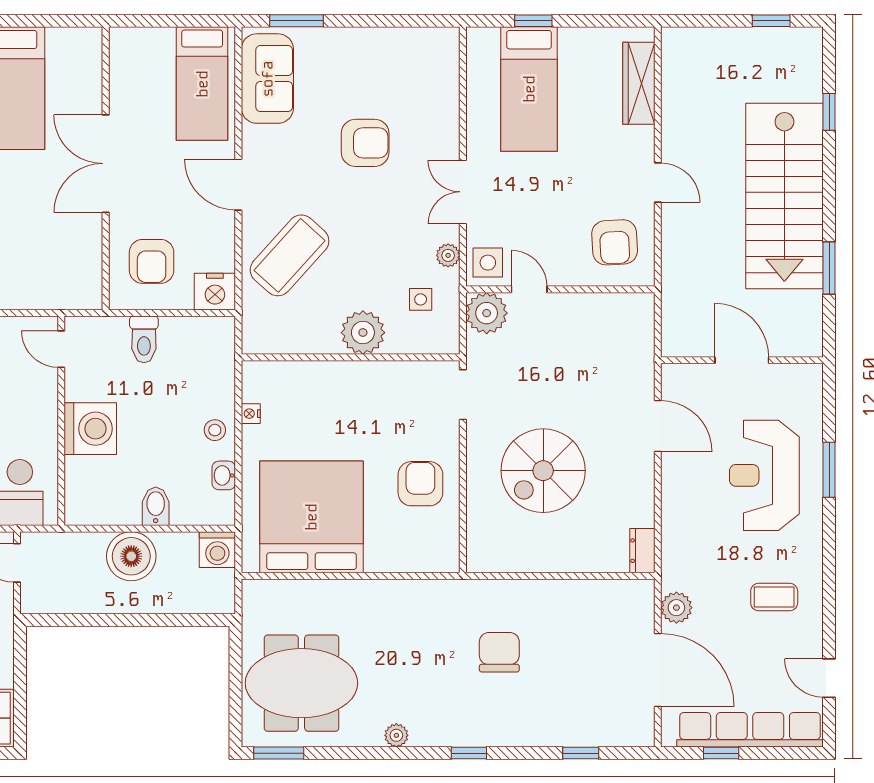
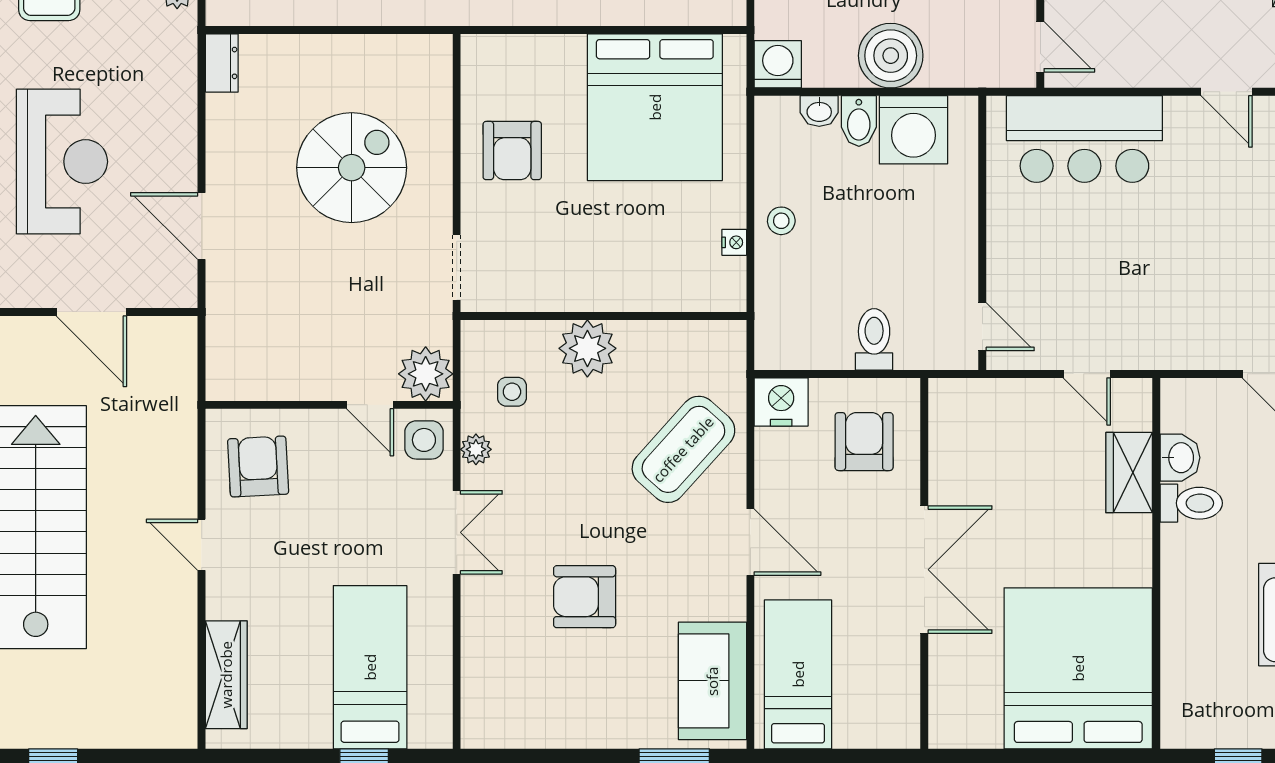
washing machine: (90, 429) -> (913, 130), moved, turned -90
washbasin: (224, 475) -> (819, 111), moved, turned 90

